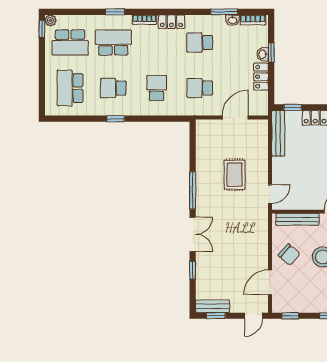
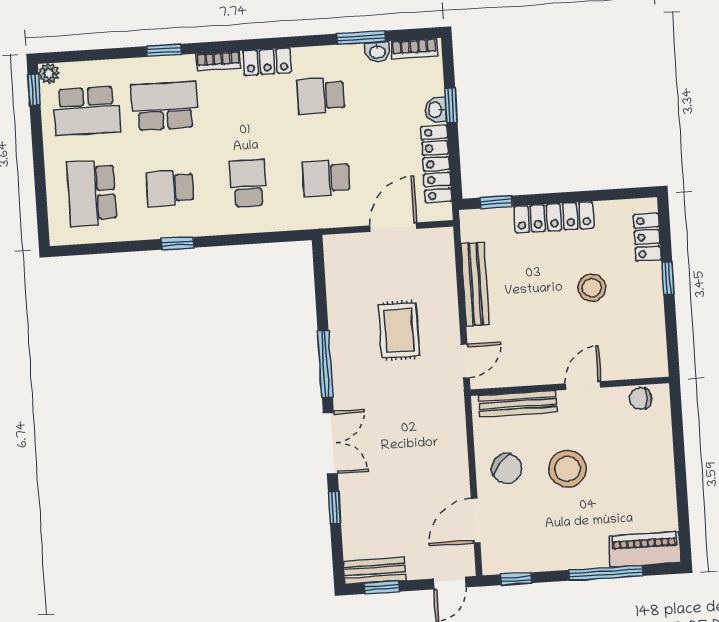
locker: (261, 77) -> (436, 164), width x1.53
bench: (278, 133) -> (475, 284), moved

